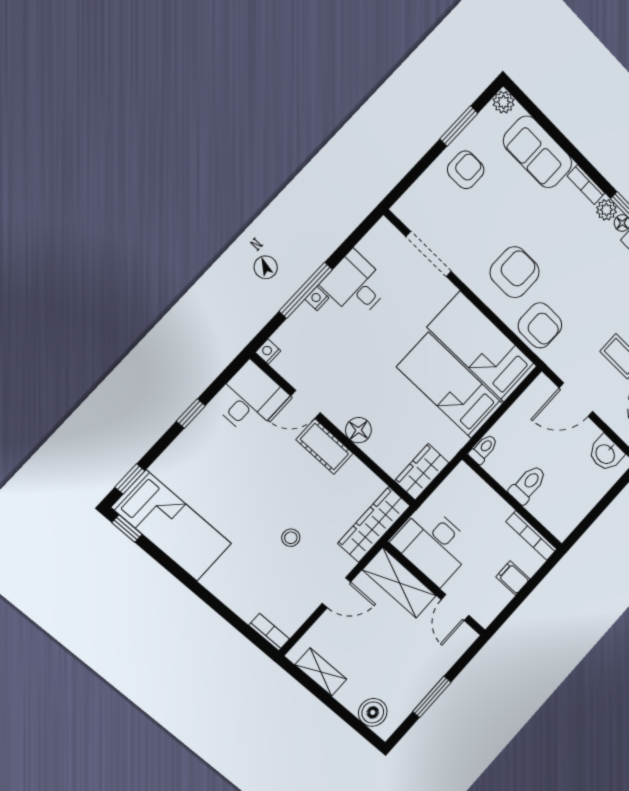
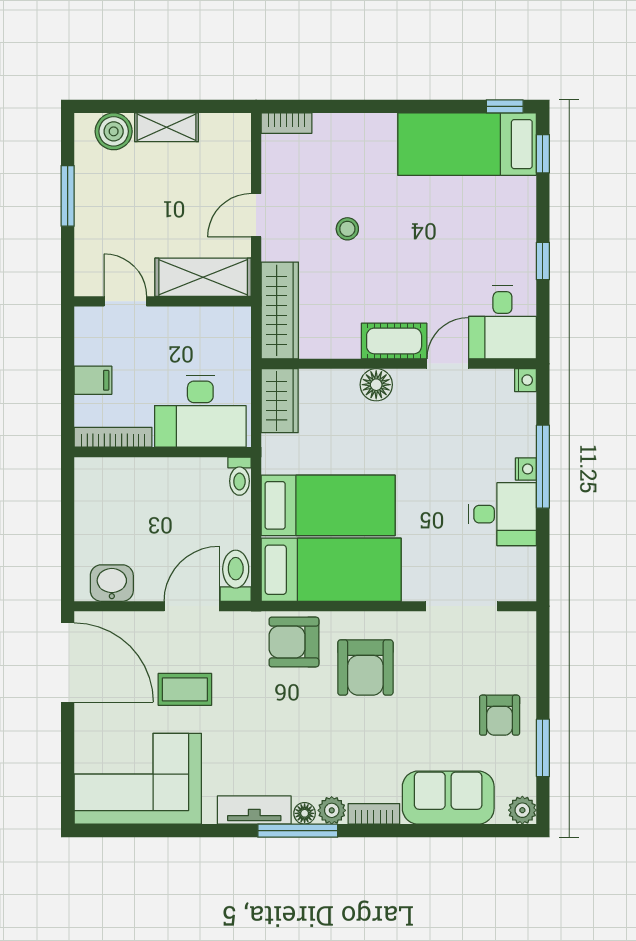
toilet: (528, 484) -> (236, 576), moved, turned 180
desk: (433, 545) -> (200, 411), moved, turned 180
shelving: (321, 672) -> (167, 127), moved

